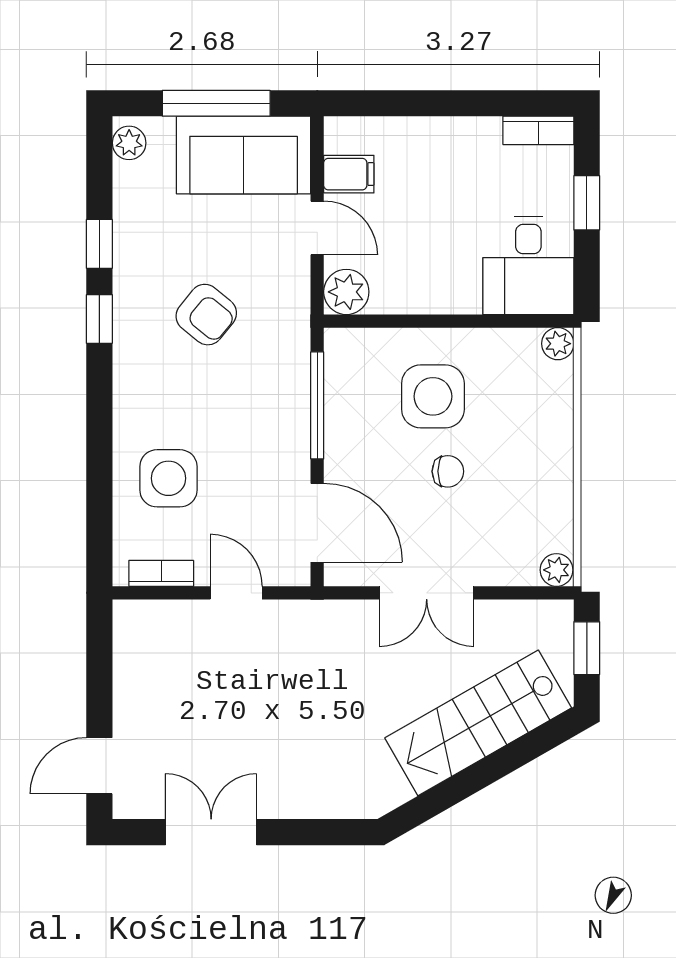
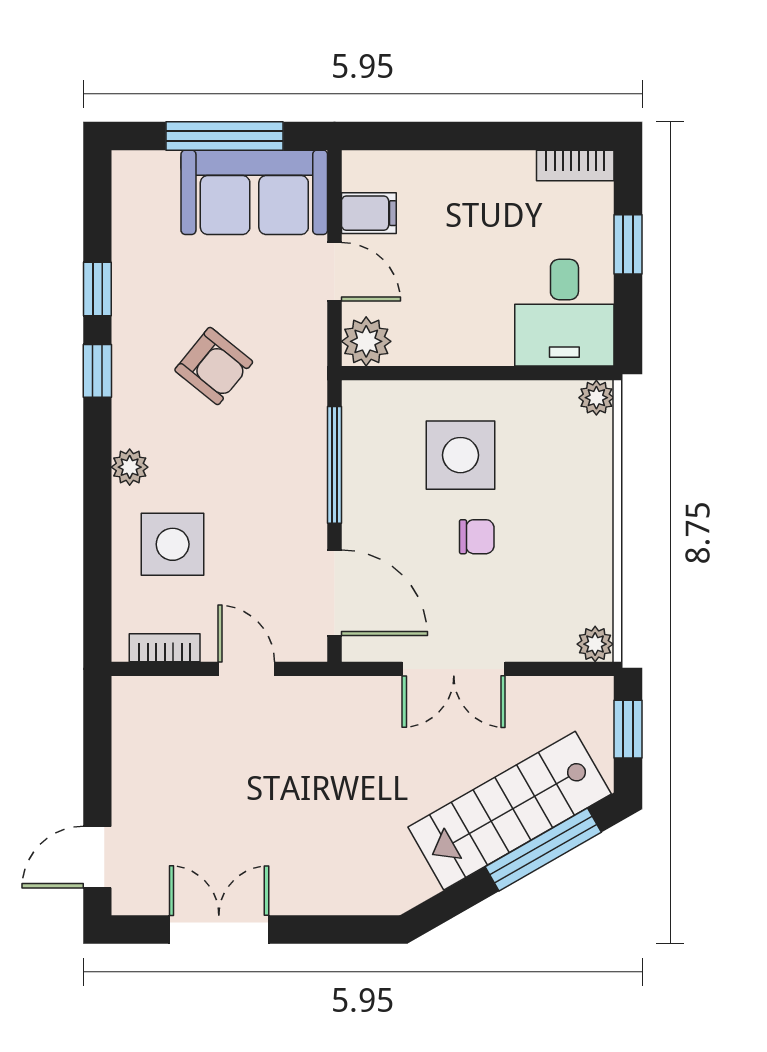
plant: (129, 143) -> (130, 467), moved
window: (509, 759) -> (543, 850), added

